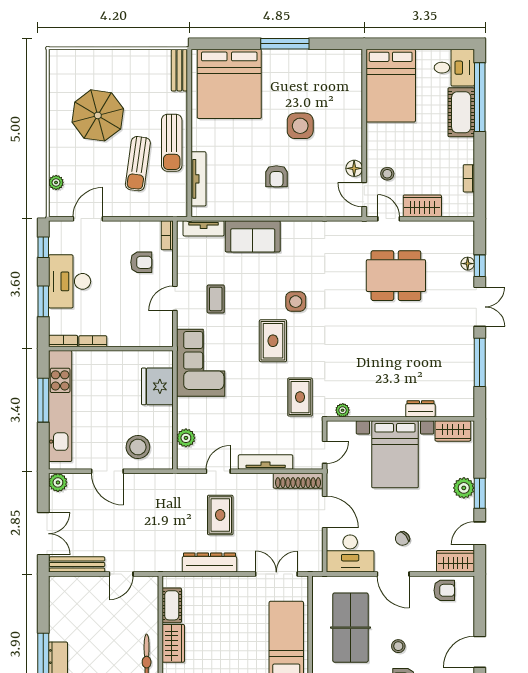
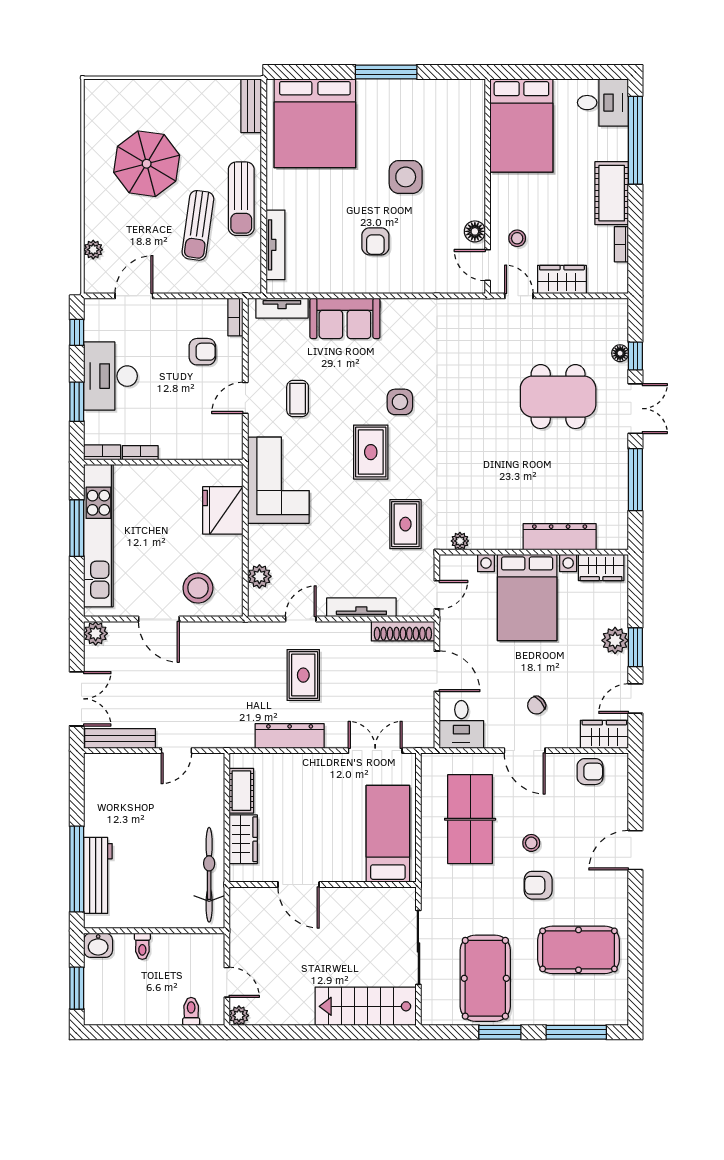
cot: (461, 112) -> (612, 193), moved
dining table: (396, 276) -> (558, 397), moved
dresser: (420, 409) -> (560, 537), width x1.96, depth x1.24
desk: (350, 554) -> (461, 724), width x0.73

